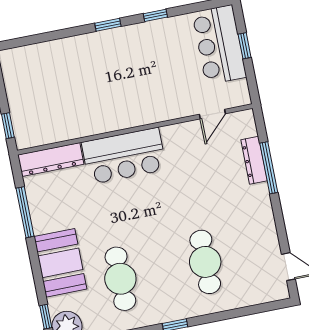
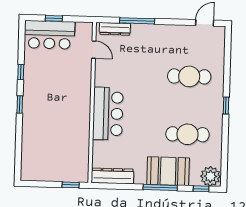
dresser: (51, 160) -> (112, 176), moved, turned -90
dresser: (254, 160) -> (115, 29), moved
window: (25, 212) -> (160, 188), moved

